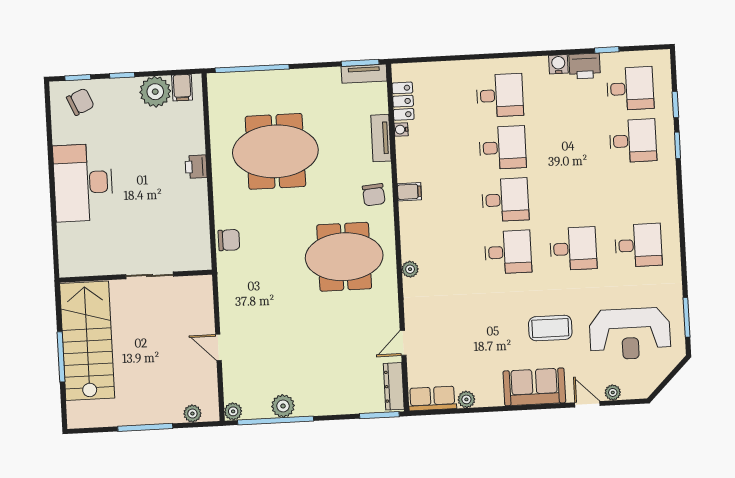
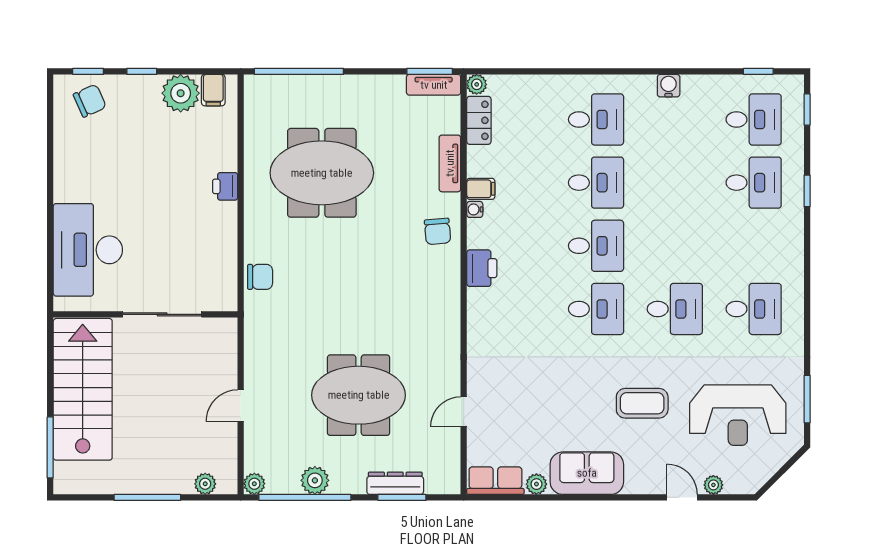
window: (607, 50) -> (758, 71), moved
printer: (585, 66) -> (482, 268), moved, turned -90
window: (675, 105) -> (807, 109), moved
water cooler: (401, 130) -> (475, 209), moved
desk: (83, 183) -> (88, 250), moved
filing cabinet: (409, 192) -> (481, 189), moved
meeting table: (344, 257) -> (359, 395), moved
plant: (410, 269) -> (477, 84), moved
sliding door: (150, 275) -> (162, 314), width x1.37
door: (218, 347) -> (241, 406), hinge flipped
window: (61, 357) -> (50, 447), moved
dresser: (394, 386) -> (395, 483), moved, turned 90
sofa: (534, 387) -> (587, 473), moved
window: (379, 415) -> (402, 497), moved

